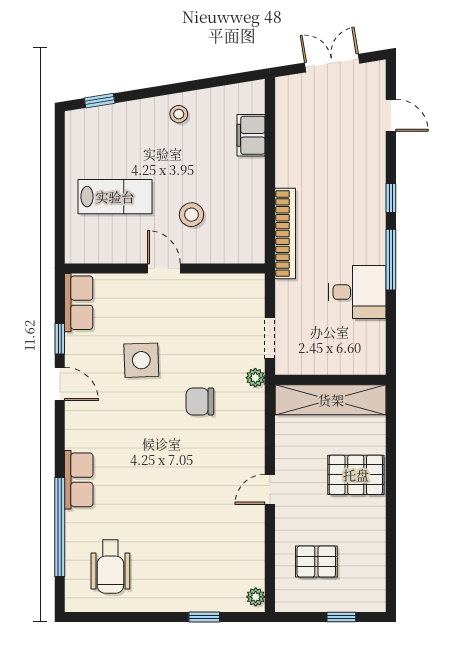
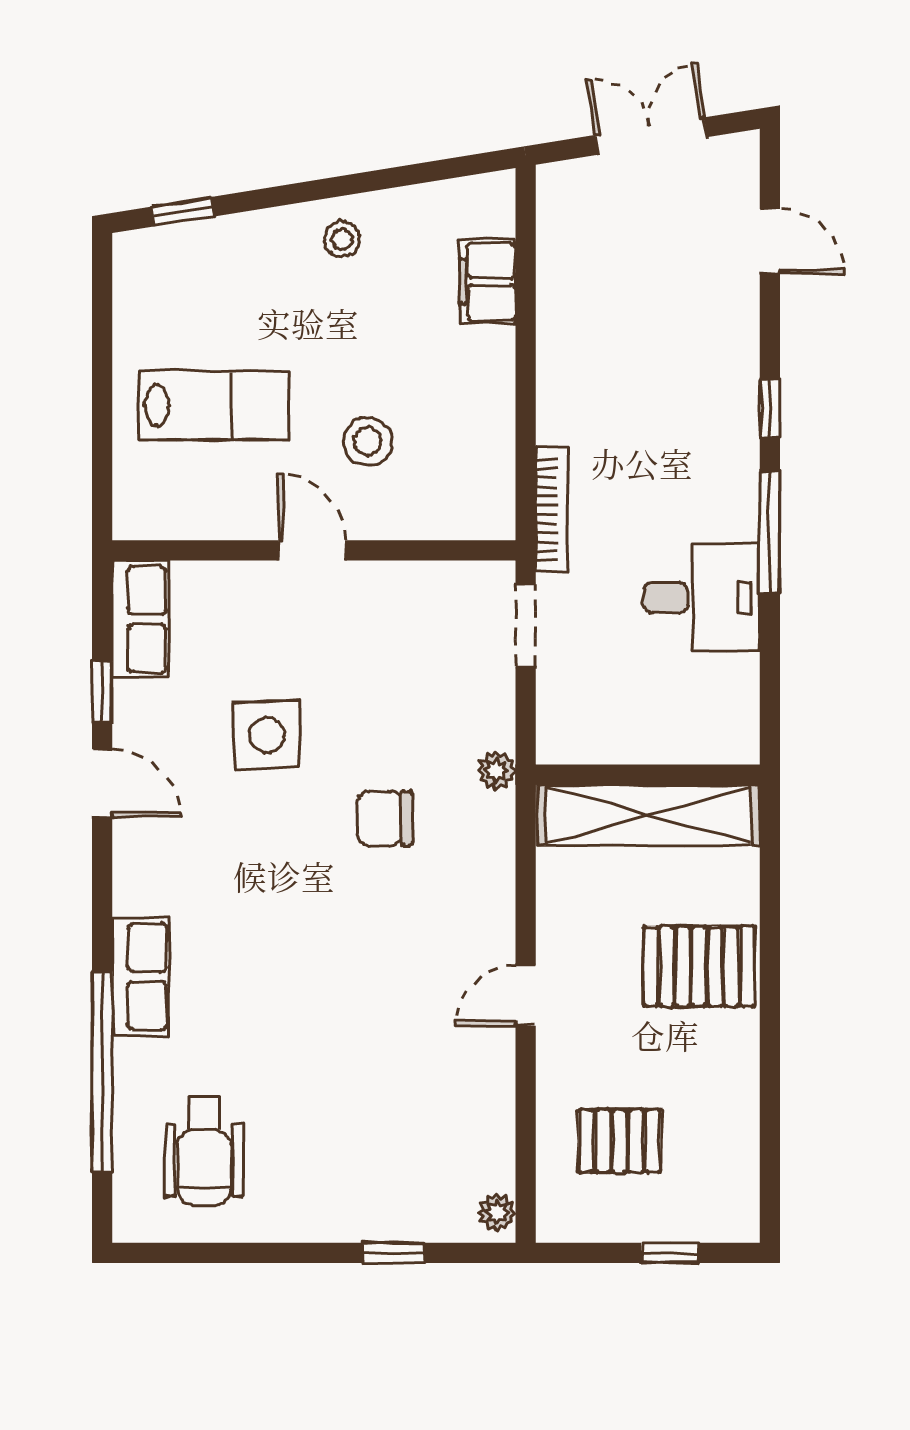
bookcase: (285, 234) -> (551, 509), width x0.68, depth x0.76
doorway: (270, 338) -> (526, 626), moved

